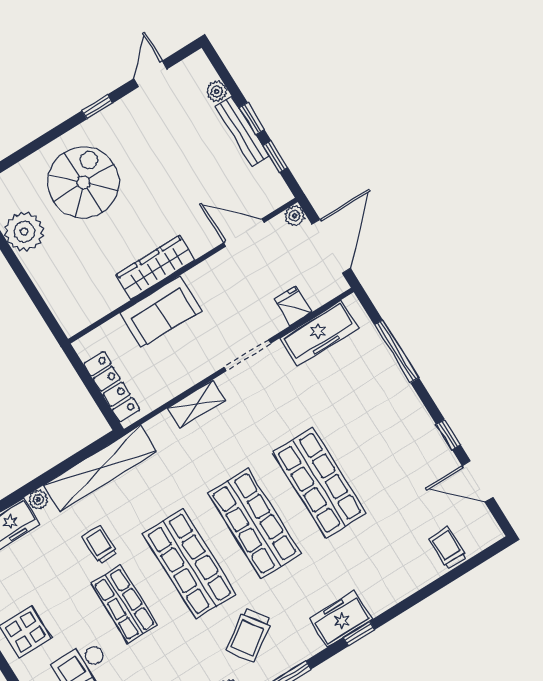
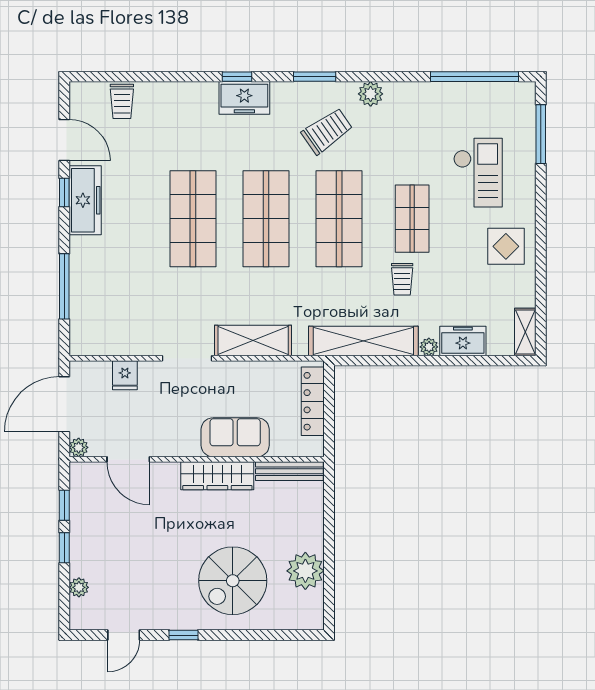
bench: (242, 132) -> (289, 471), moved, turned 90
freezer: (319, 333) -> (85, 200), moved, turned 90
shelving: (196, 404) -> (253, 341), width x1.50, depth x1.33

